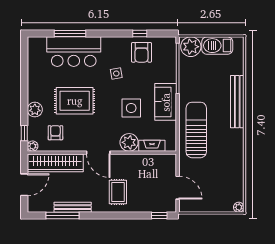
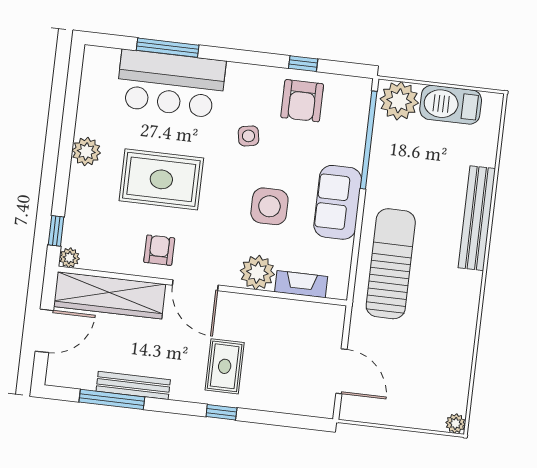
plant: (35, 110) -> (86, 152), moved
armchair: (55, 133) -> (159, 250), moved
window: (159, 216) -> (221, 412), moved

